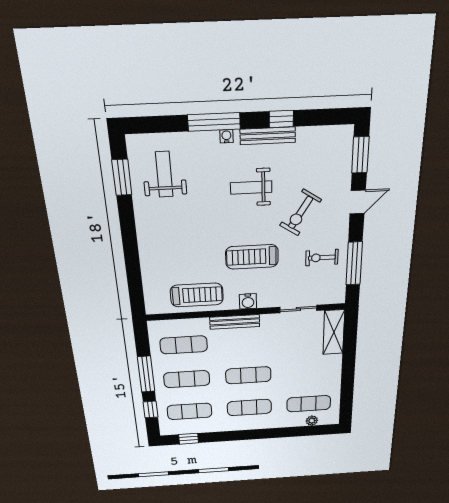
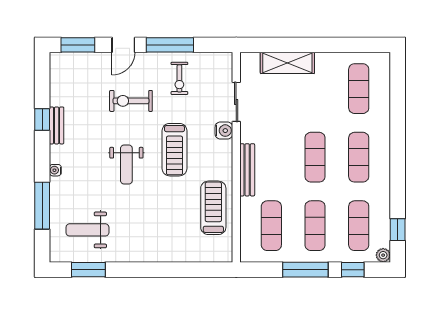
window: (214, 122) -> (42, 206), moved
bench: (268, 136) -> (57, 125), width x0.73
weight bench: (251, 187) -> (126, 165), moved
door: (358, 202) -> (123, 45), swing flipped
exercise bike: (300, 212) -> (131, 101), turned 147
window: (354, 264) -> (170, 45), moved
water cooler: (248, 301) -> (224, 131), moved
shelving: (334, 332) -> (287, 63), moved
plant: (312, 421) -> (383, 255), moved

